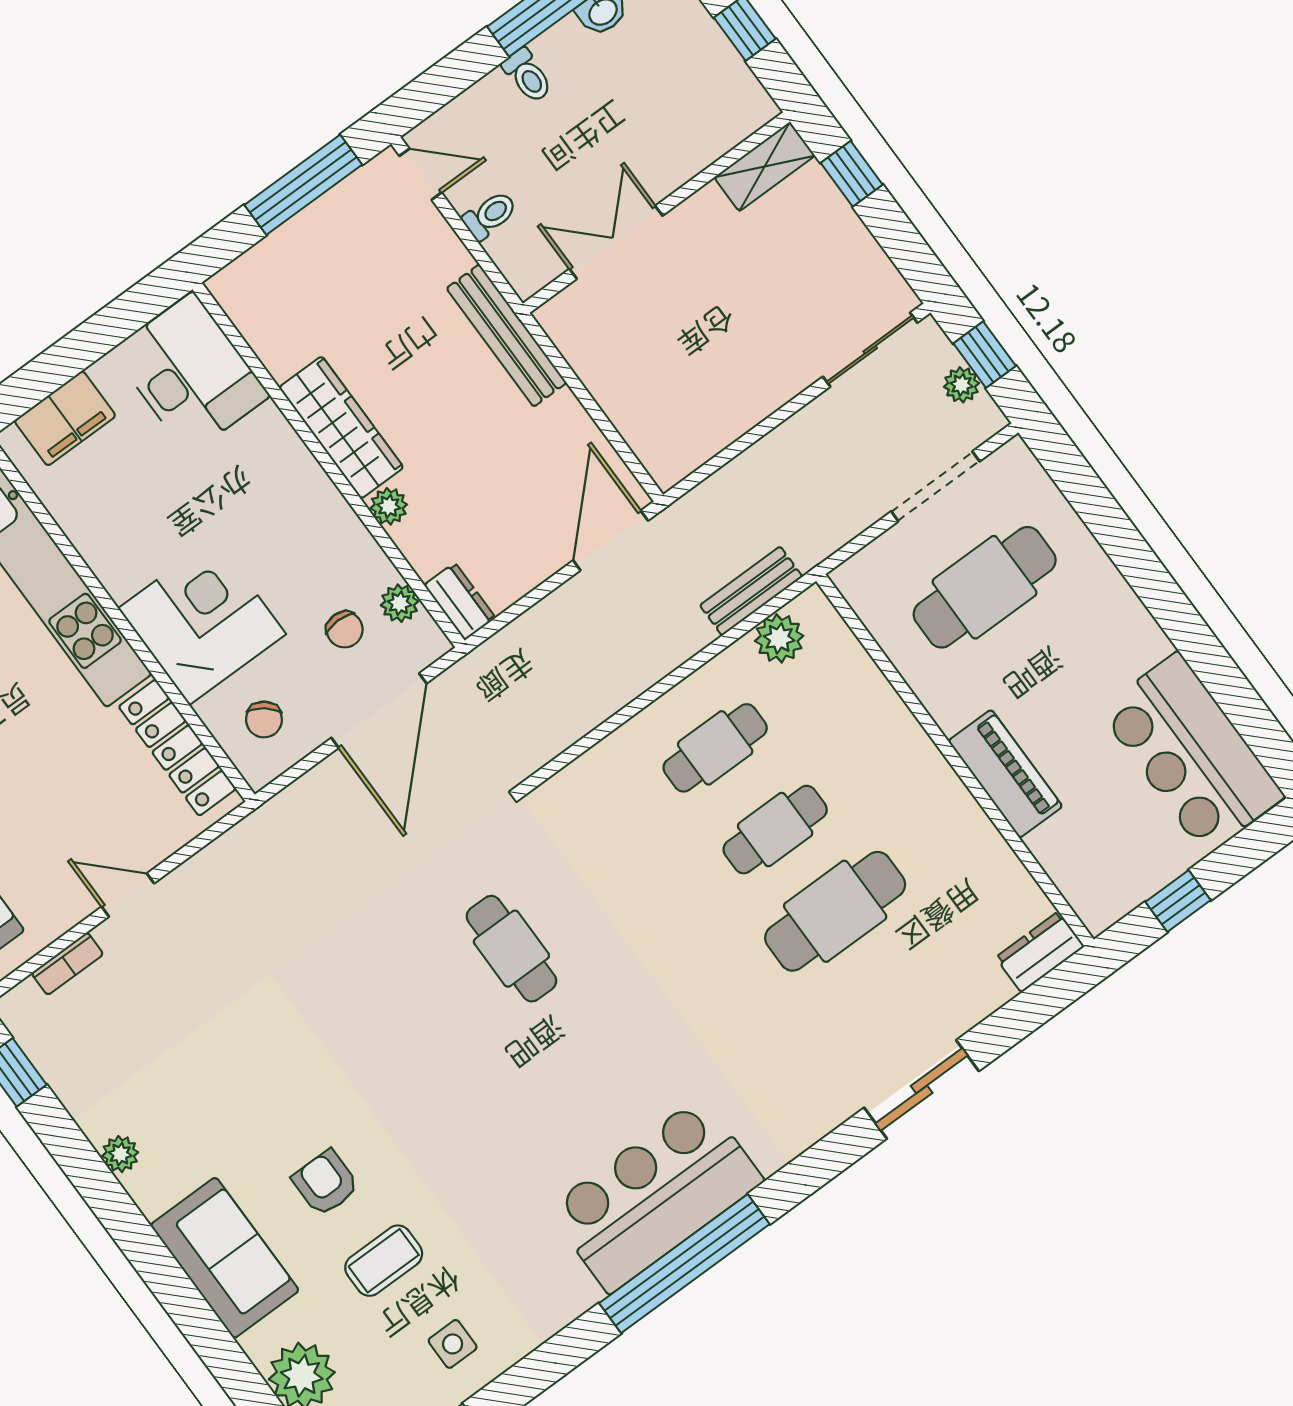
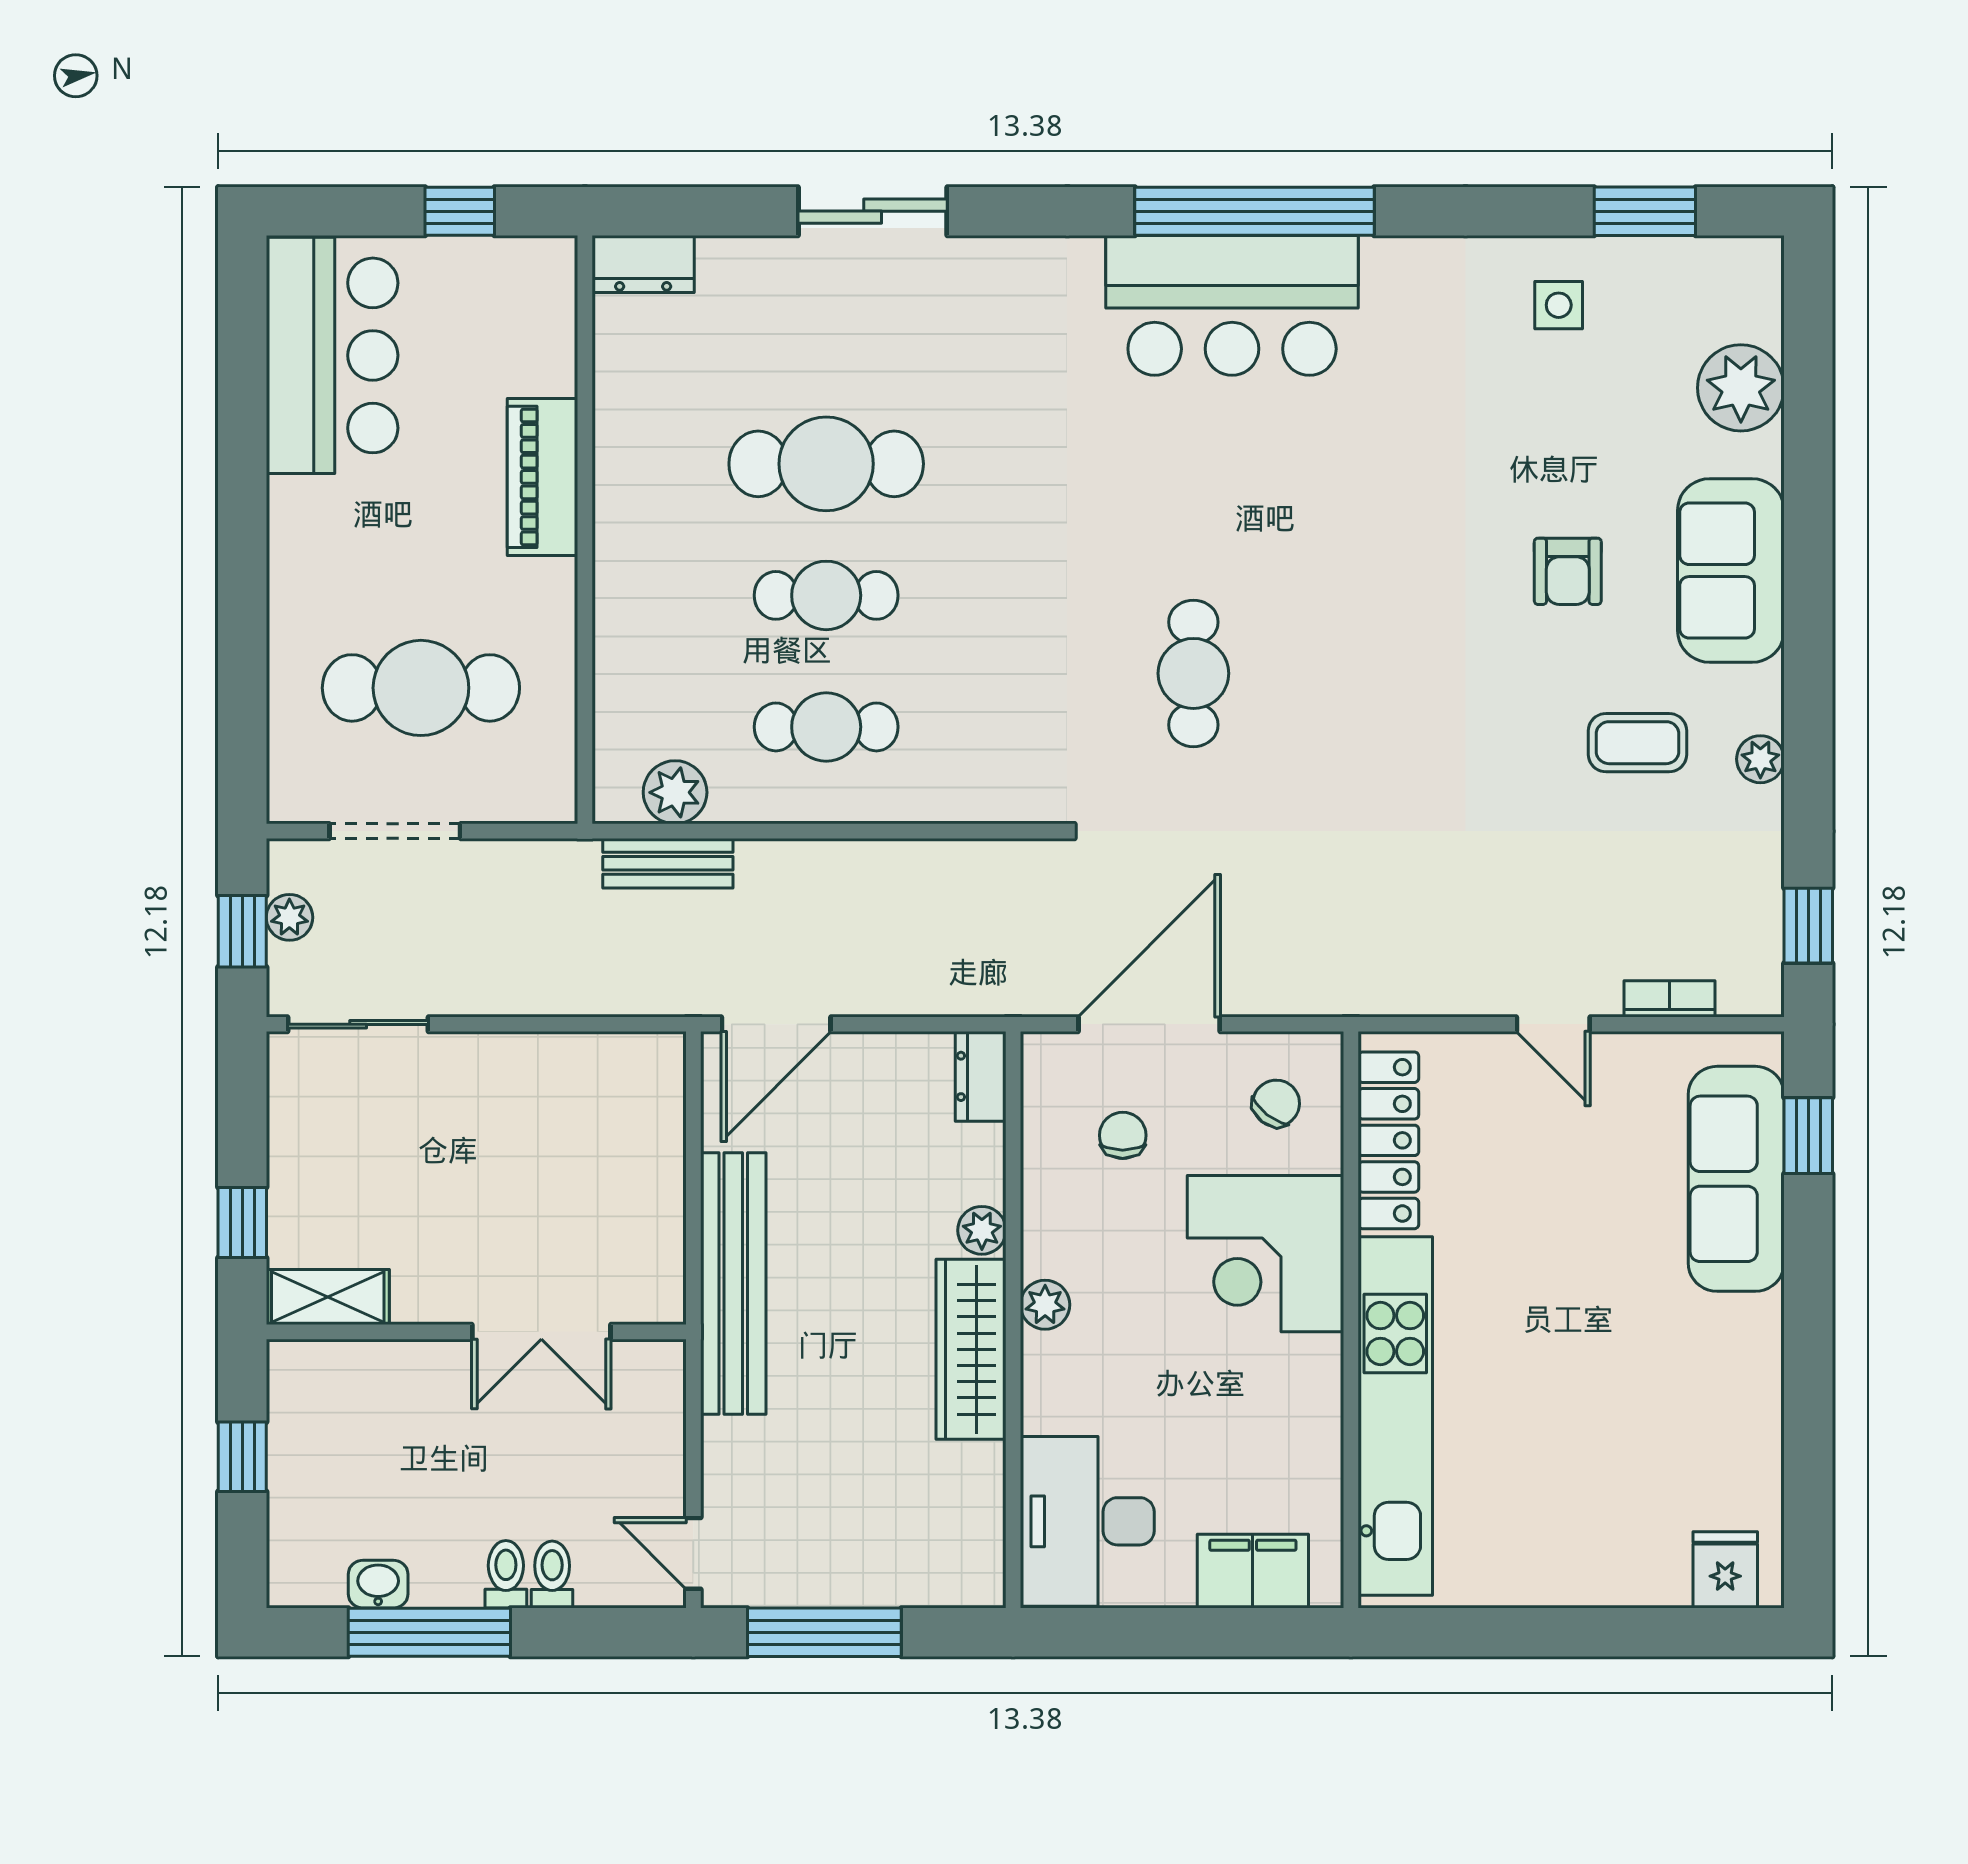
toilet: (490, 215) -> (552, 1575), moved, turned 90
bench: (507, 336) -> (733, 1283), width x1.37, depth x1.21
plant: (400, 603) -> (1045, 1305), moved
coffee table: (384, 1261) -> (1638, 743), moved

